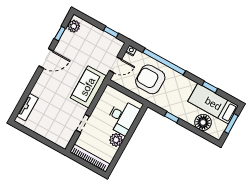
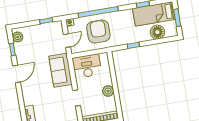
armchair: (150, 79) -> (98, 32), turned 90
desk: (122, 117) -> (87, 66), moved, turned -90

